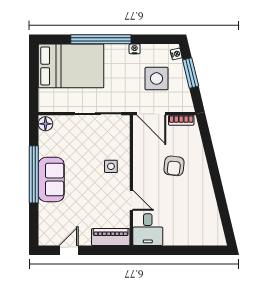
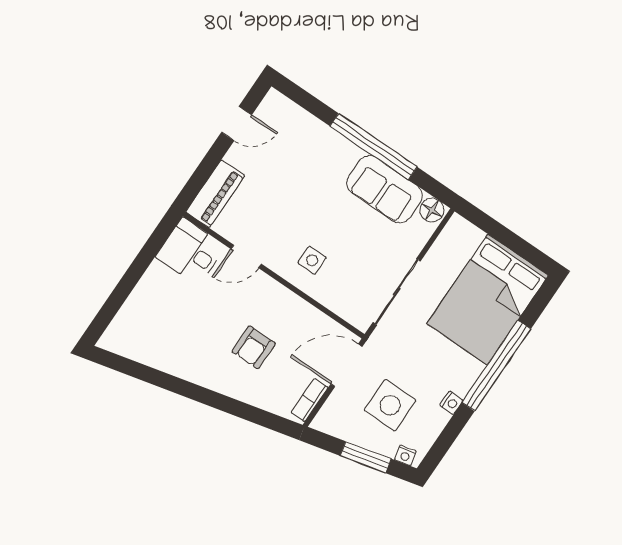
armchair: (174, 166) -> (254, 347), turned -96
sofa: (51, 180) -> (384, 189), moved
door: (69, 250) -> (237, 123), hinge flipped

